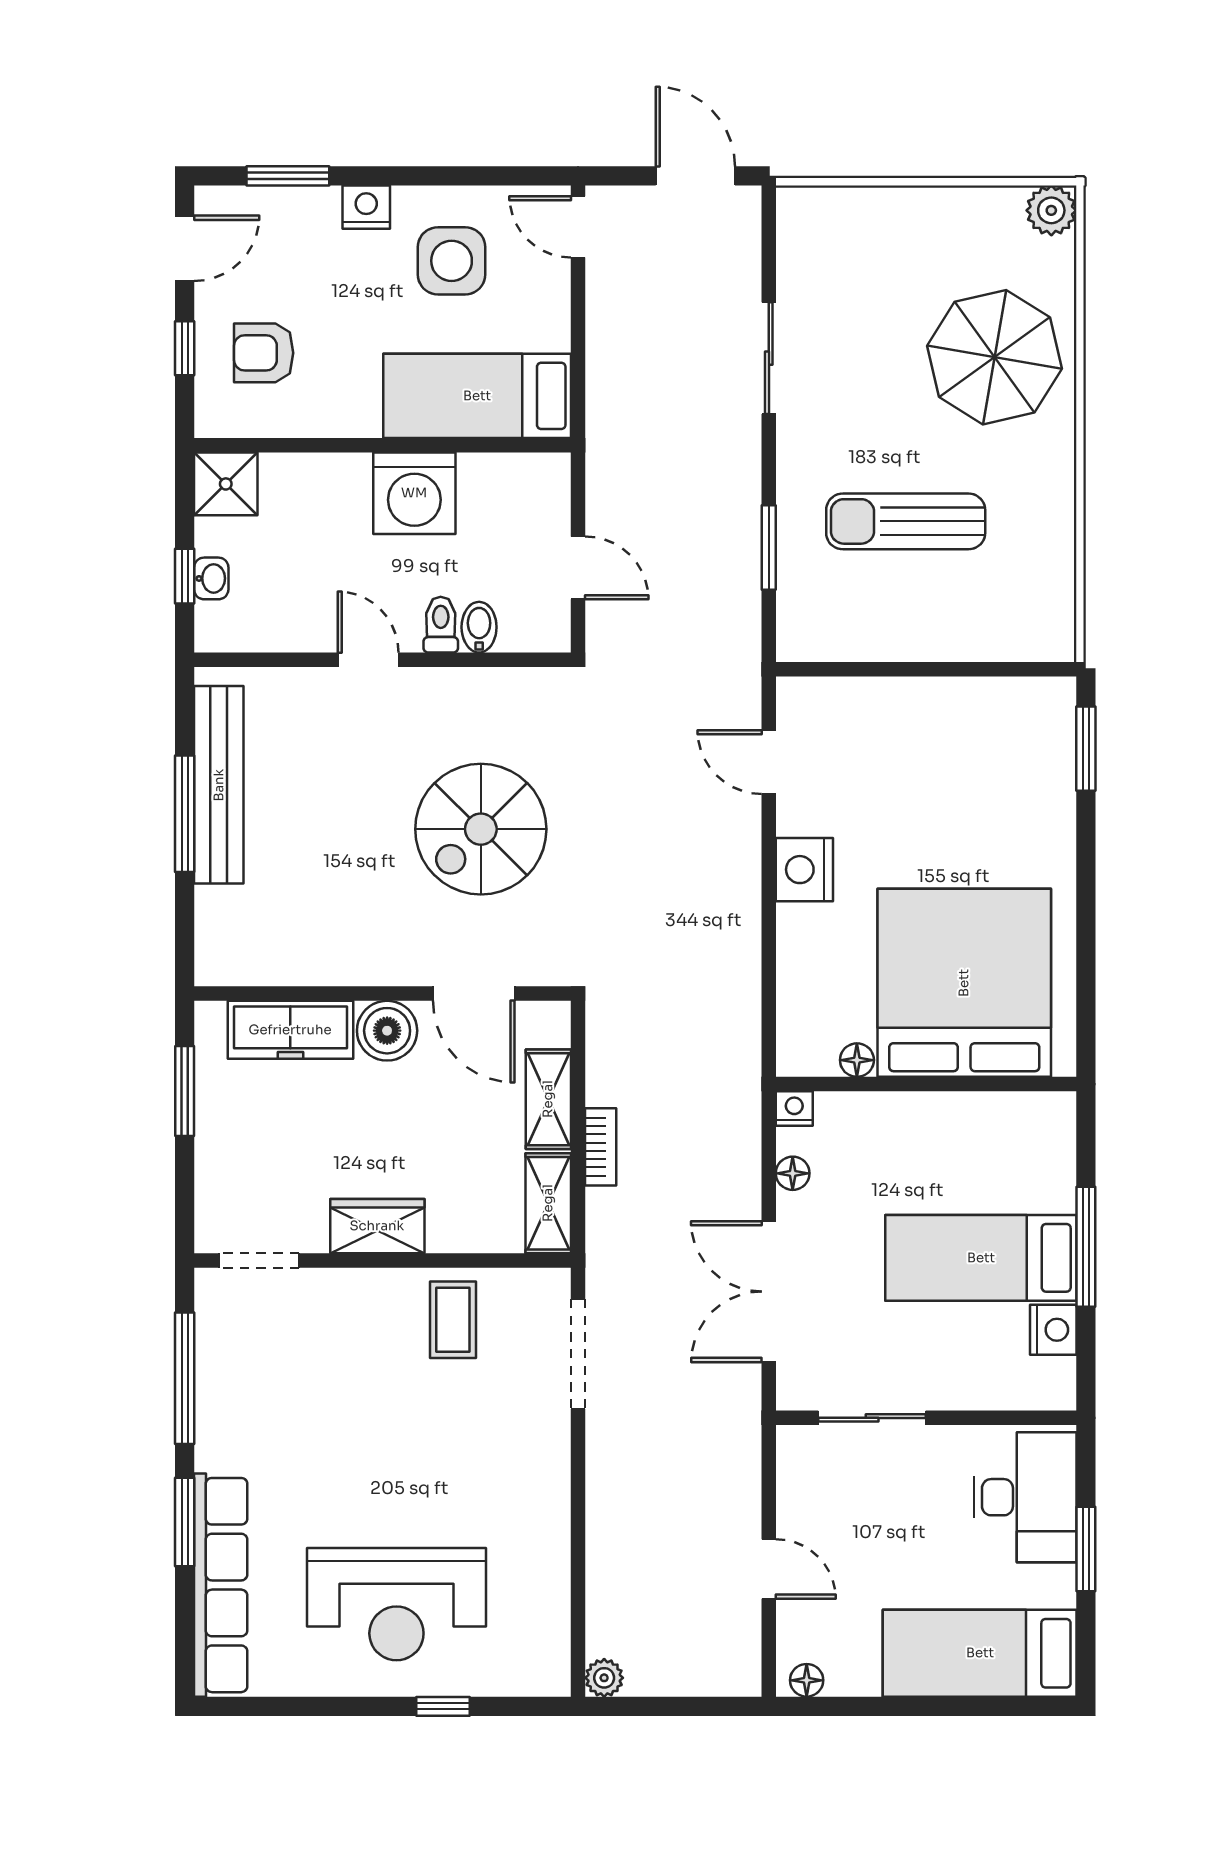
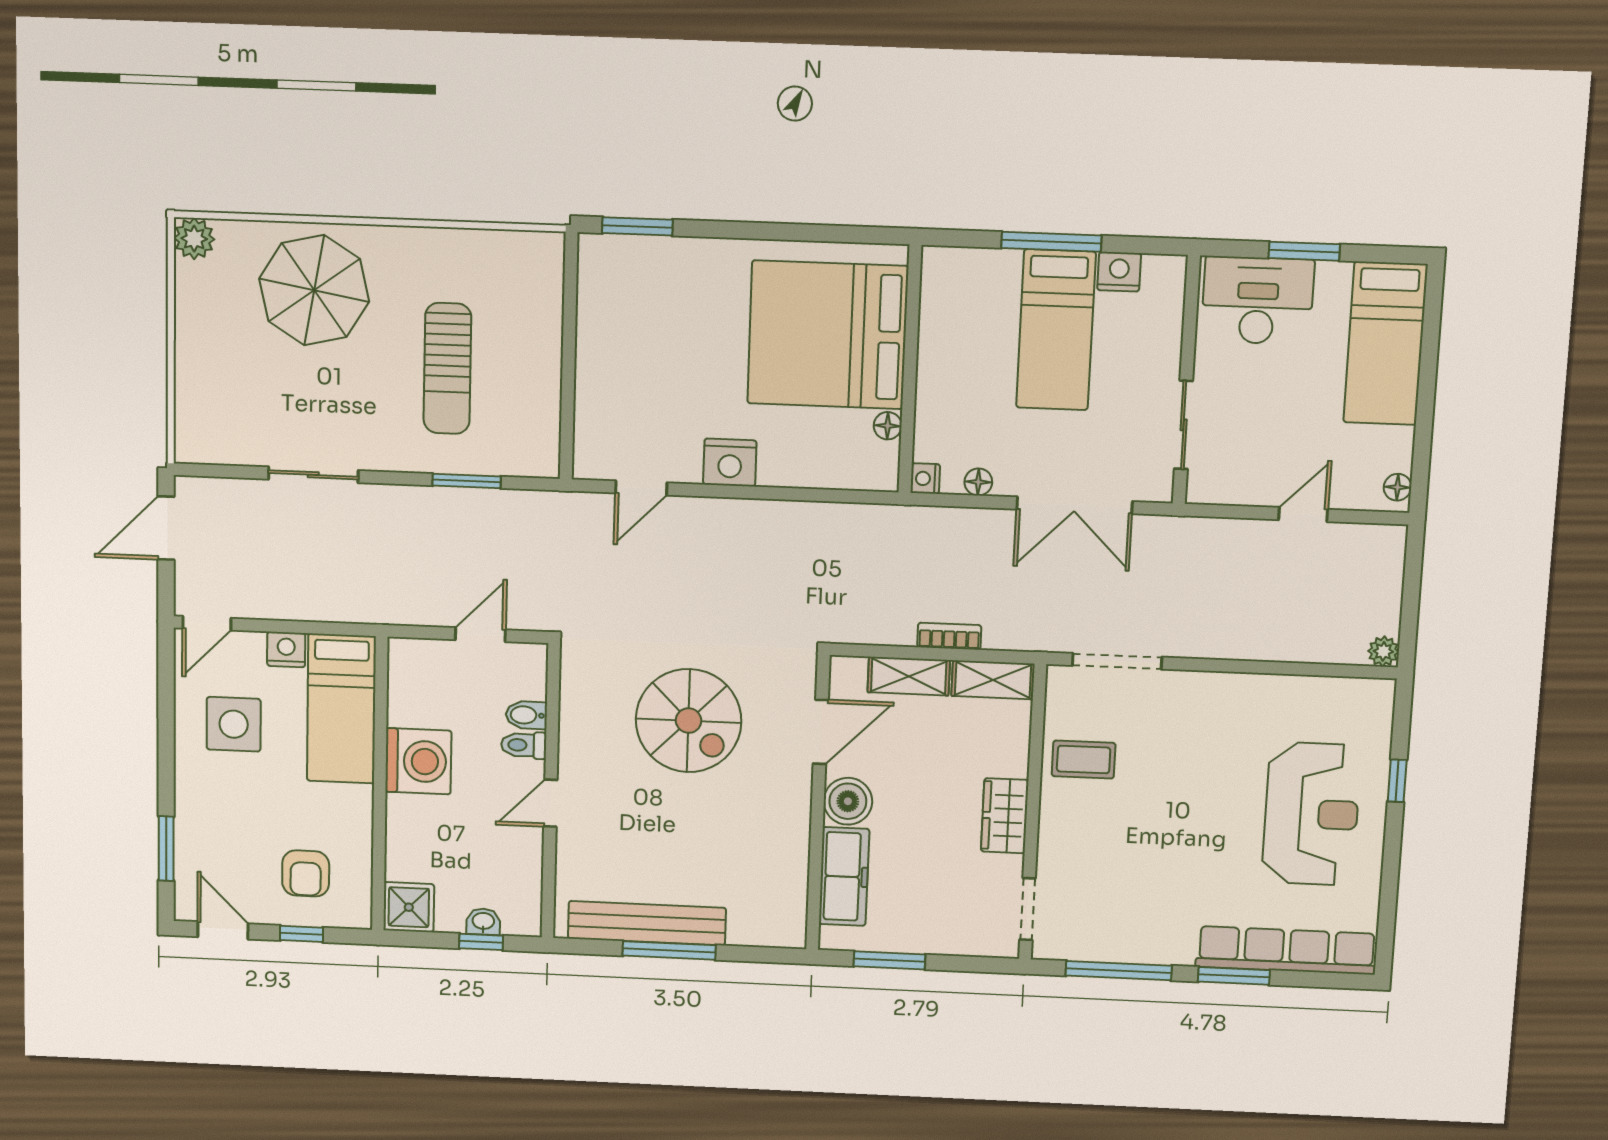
nightstand: (366, 207) -> (286, 650), moved, turned 90

